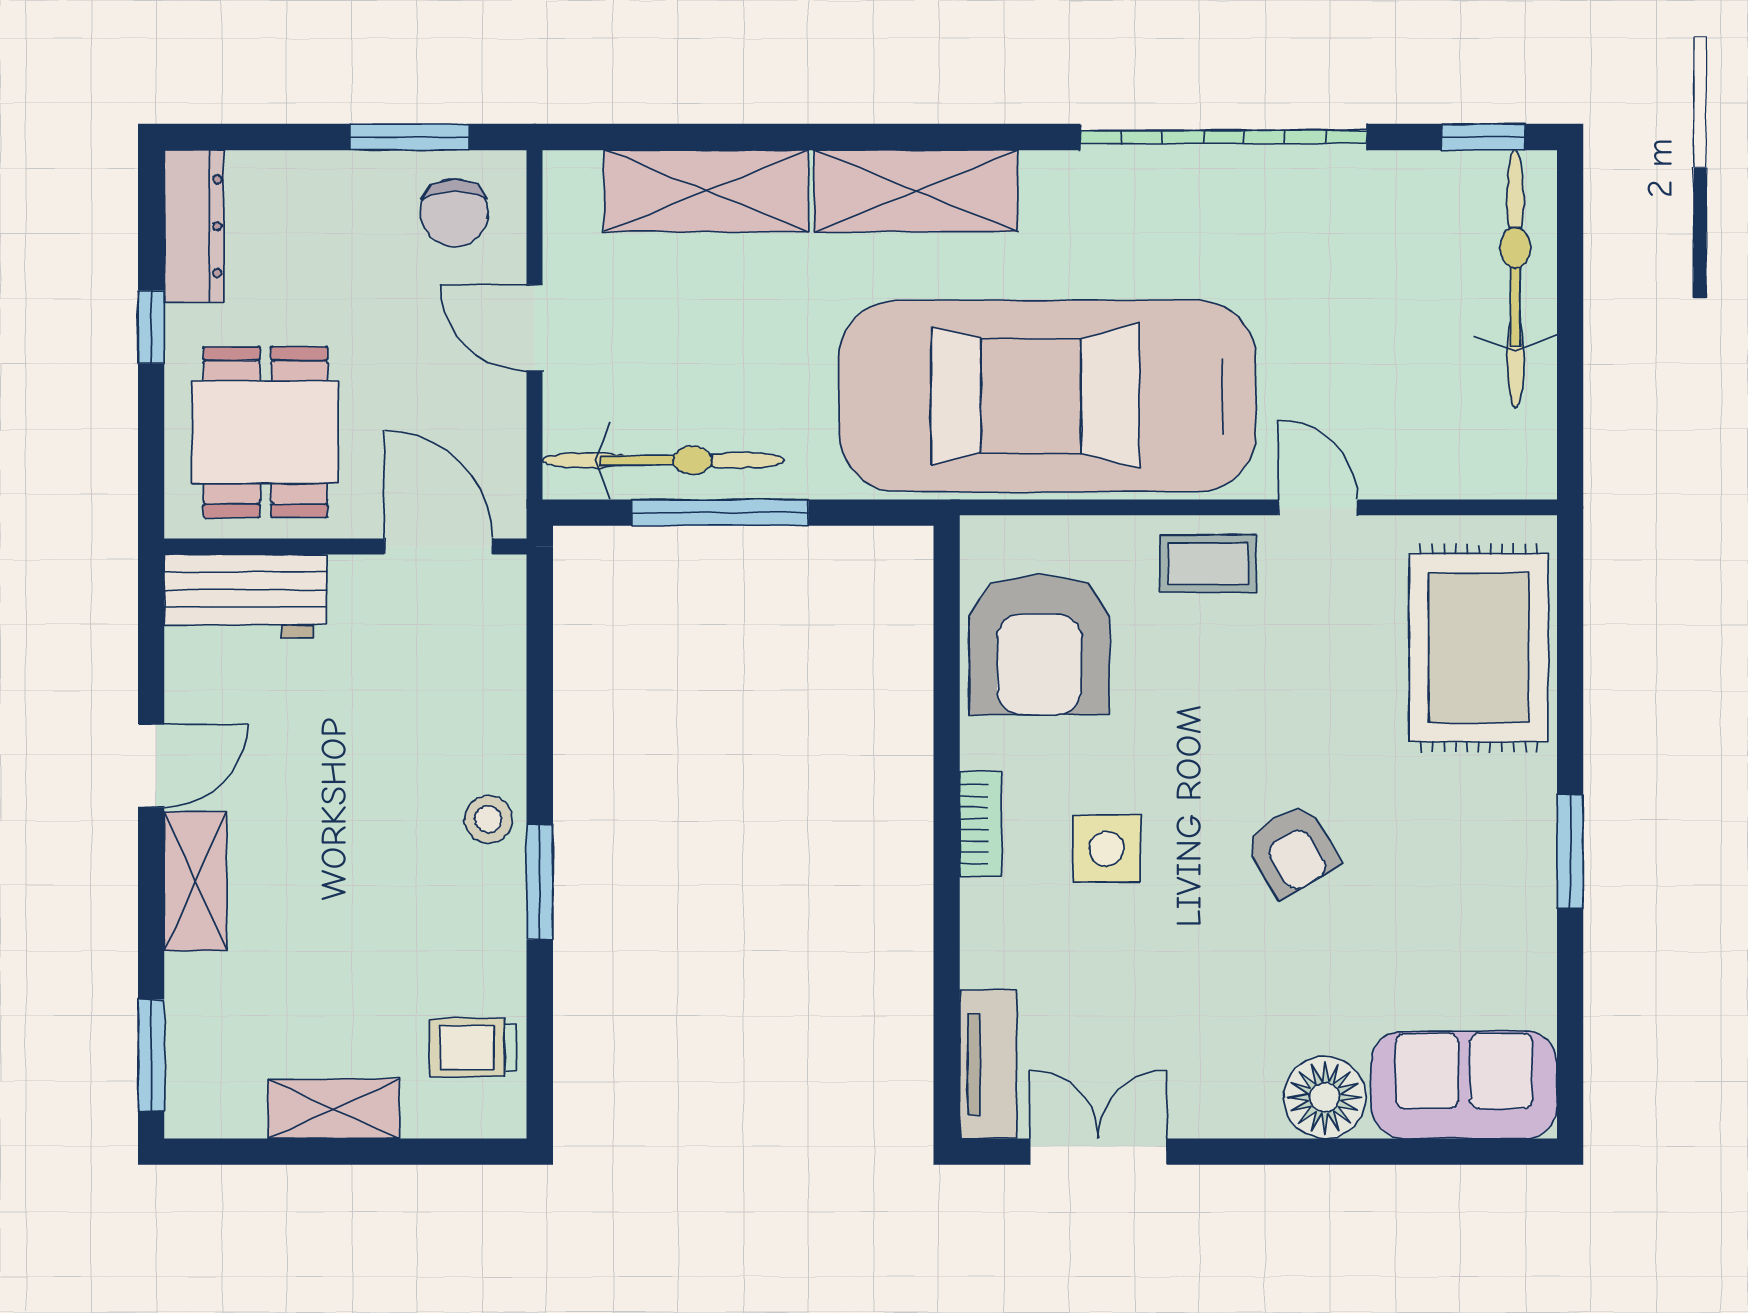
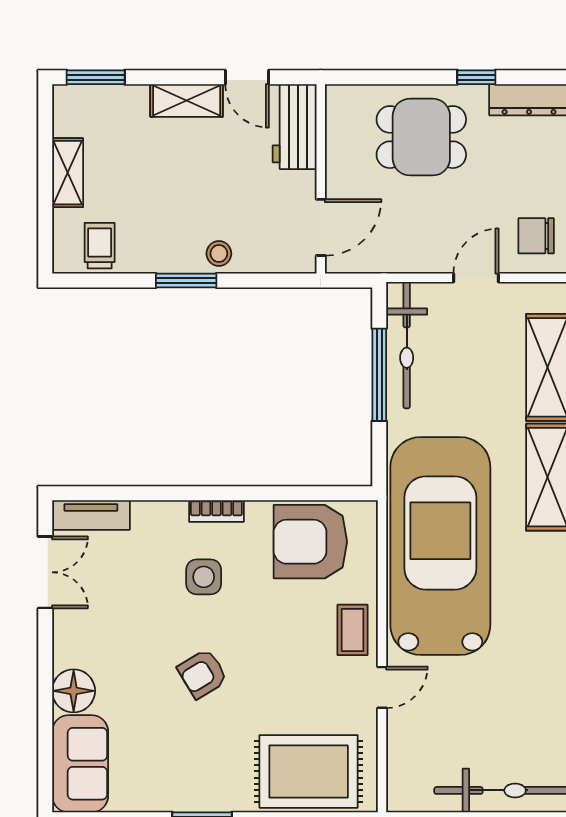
wall: (345, 547) -> (321, 179), moved
door: (438, 547) -> (321, 227), moved
workbench: (245, 596) -> (295, 127), moved

